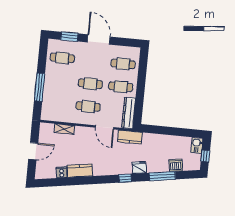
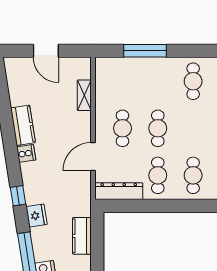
kitchen counter: (130, 137) -> (82, 236), moved
cooker: (62, 172) -> (26, 153), moved

